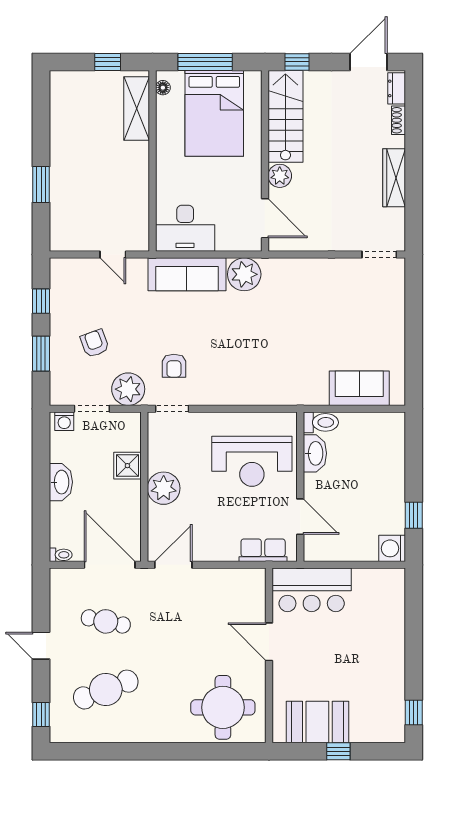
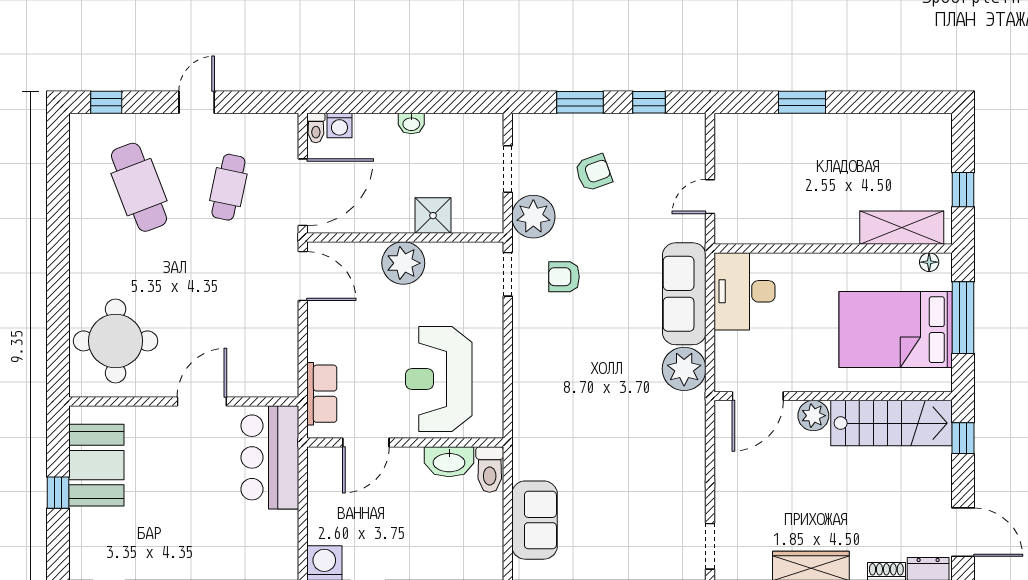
washing machine: (64, 421) -> (339, 125), moved, turned -90
washbasin: (61, 482) -> (411, 124), width x0.52, depth x0.69

